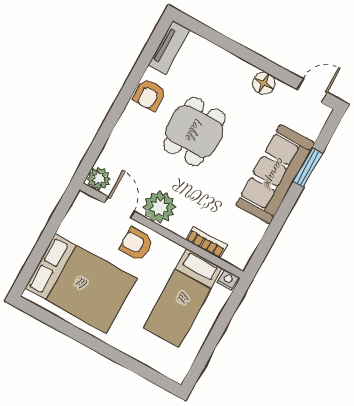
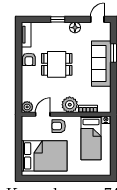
window: (241, 52) -> (58, 19), added
dining table: (194, 131) -> (57, 64), turned 90
door: (120, 207) -> (43, 114), hinge flipped
plant: (160, 207) -> (70, 105), moved

